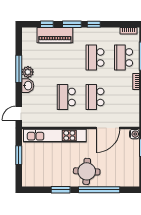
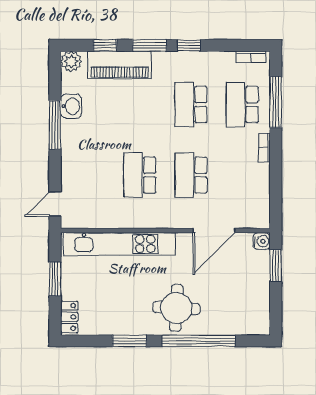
plant: (28, 72) -> (71, 61), moved
washbasin: (28, 86) -> (71, 106), moved
locker: (27, 176) -> (69, 317), added

